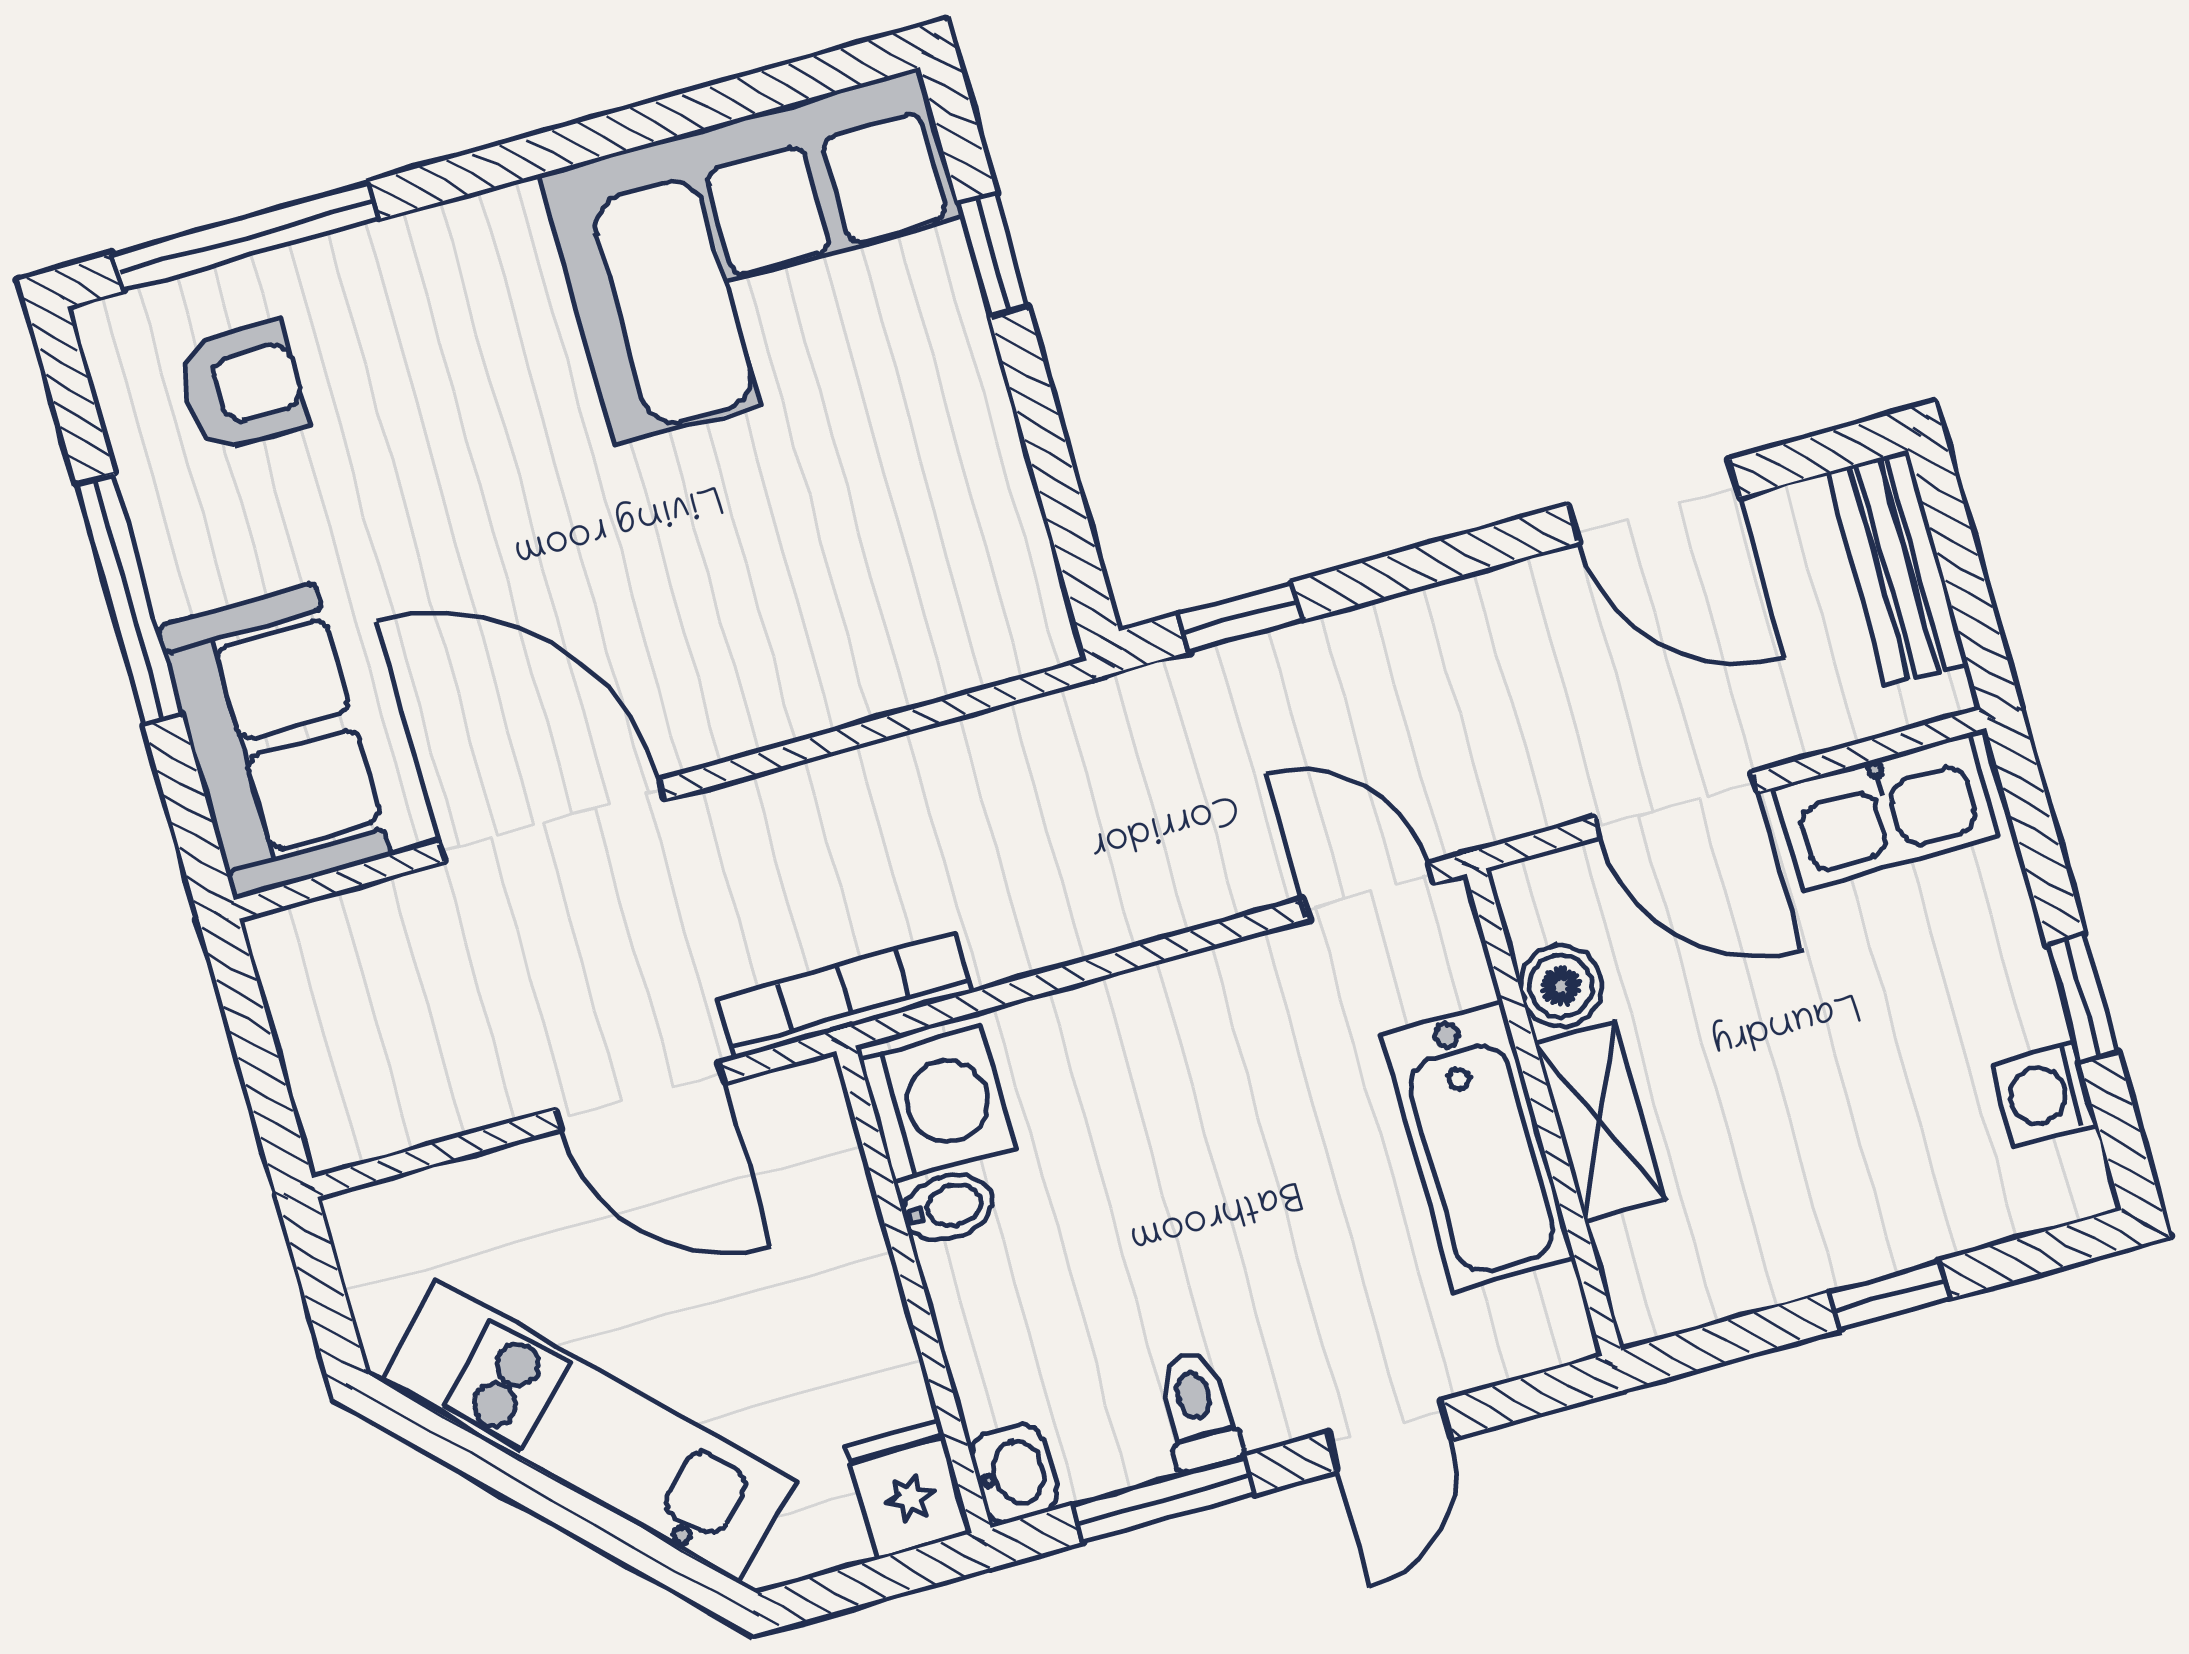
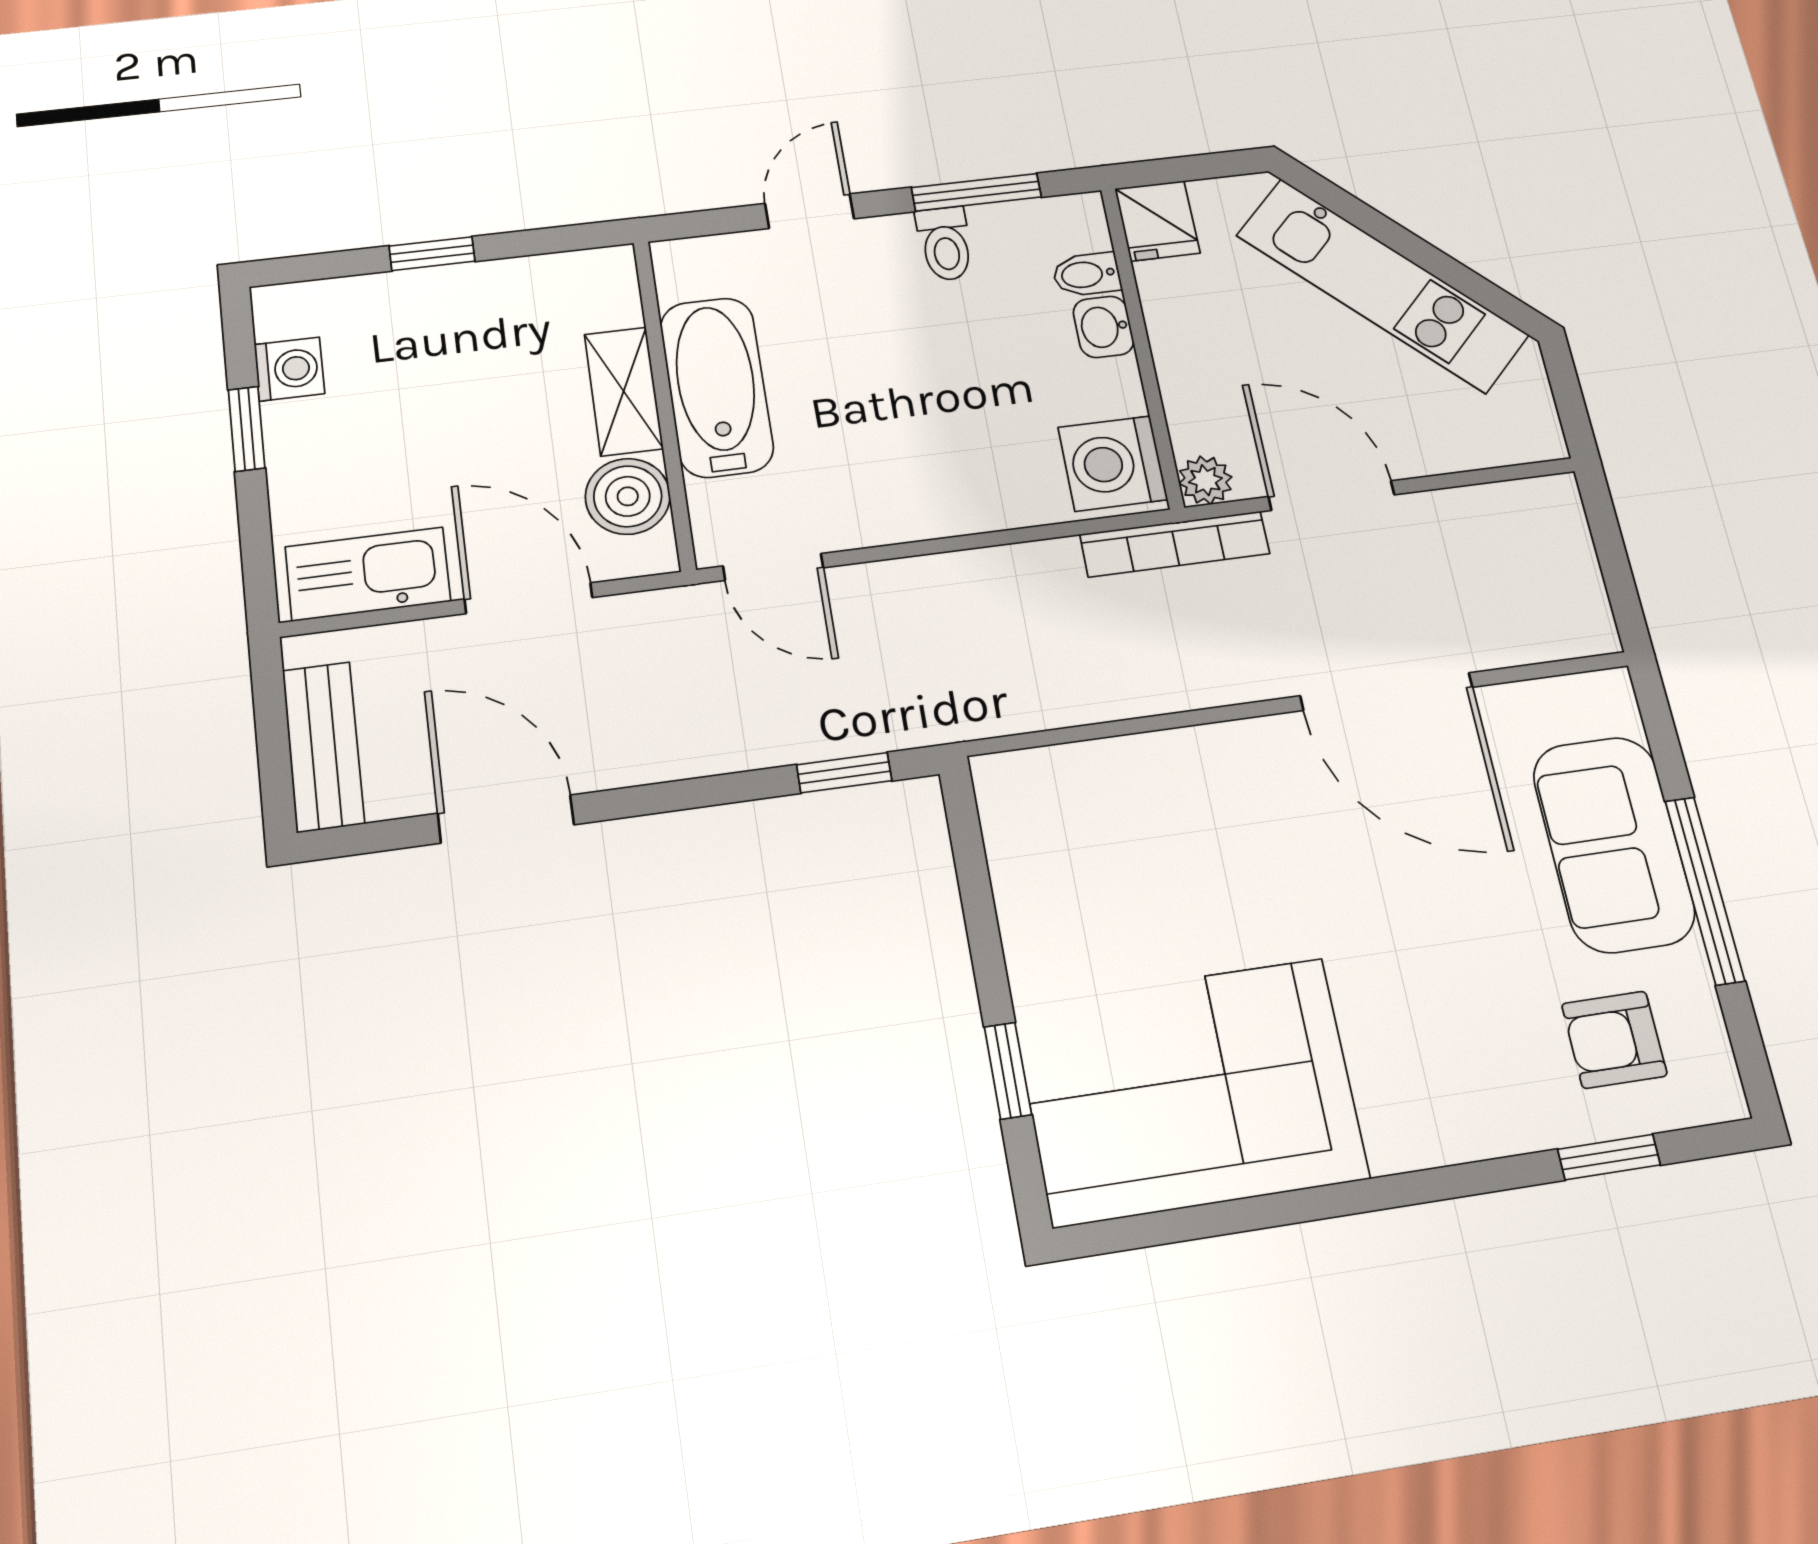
window: (246, 237) -> (1609, 1157), width x0.46
sofa: (274, 741) -> (1614, 844), moved
boiler: (1561, 986) -> (628, 496), width x1.36, depth x1.36
plant: (811, 1096) -> (1205, 480), added
bidet: (947, 1207) -> (1087, 274), moved
washbasin: (1014, 1474) -> (1103, 327), moved

